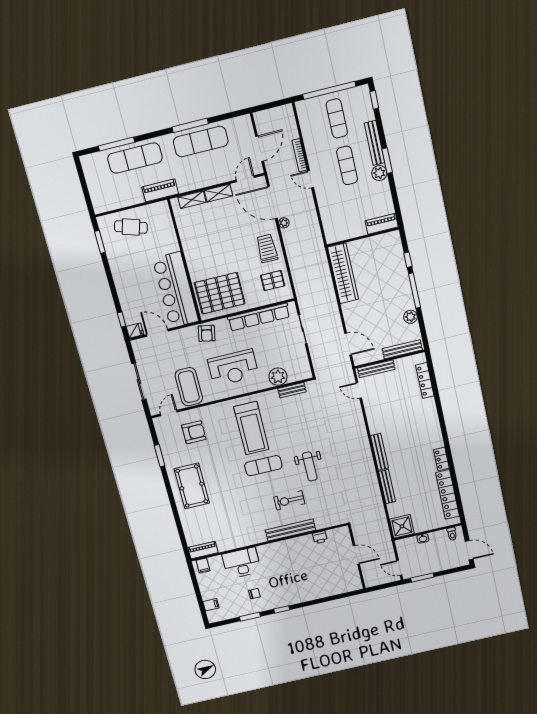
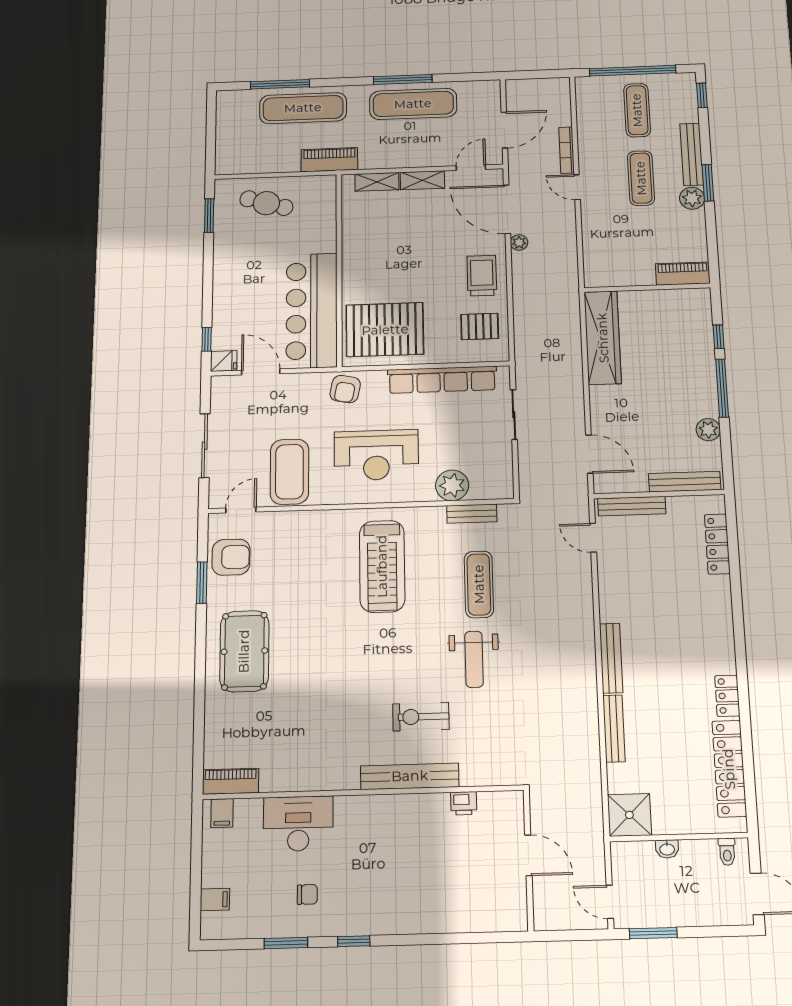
armchair: (194, 432) -> (231, 557), moved
exercise mat: (263, 466) -> (479, 584), moved, turned 90

